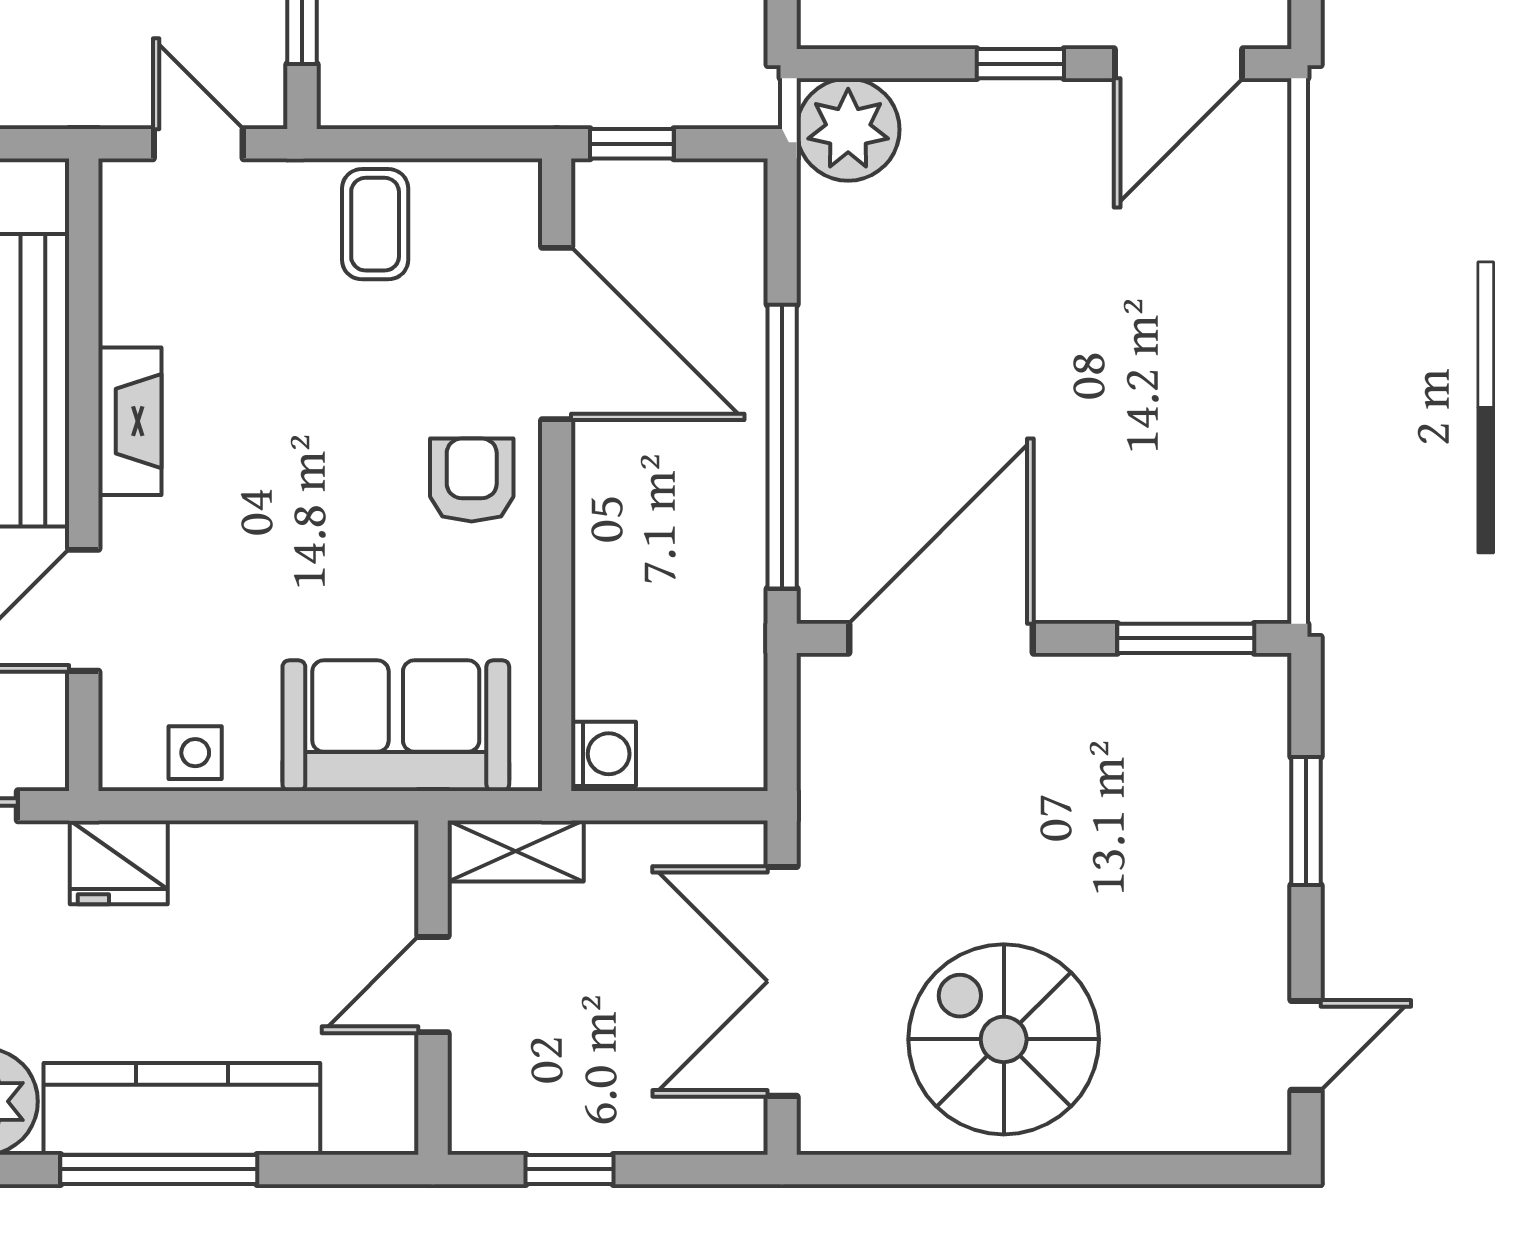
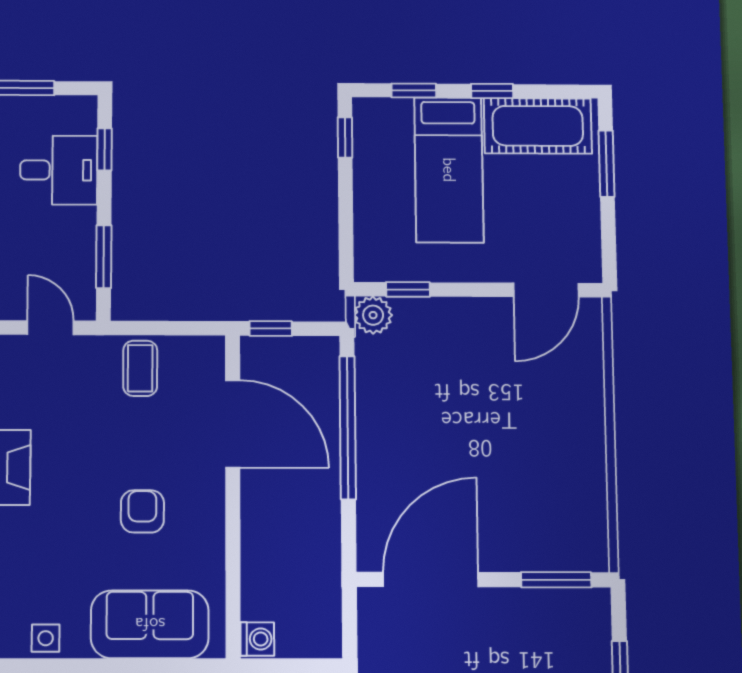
window: (1020, 64) -> (408, 289), moved
plant: (848, 130) -> (373, 315), width x0.73, depth x0.73
window: (782, 447) -> (348, 427), moved
armchair: (472, 480) -> (142, 511), moved

